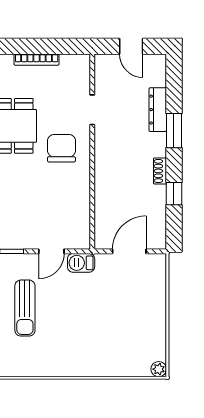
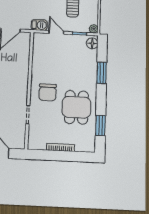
door: (51, 251) -> (56, 32), hinge flipped

